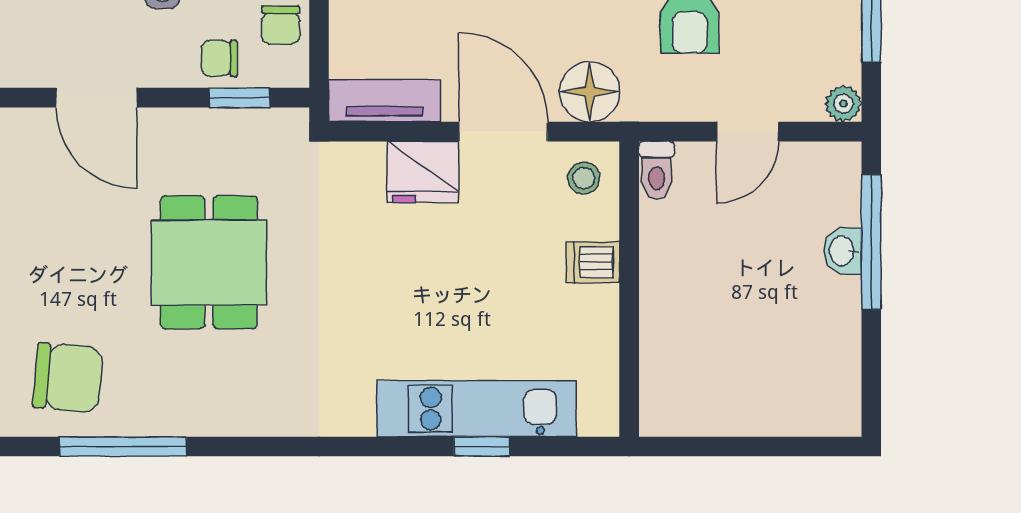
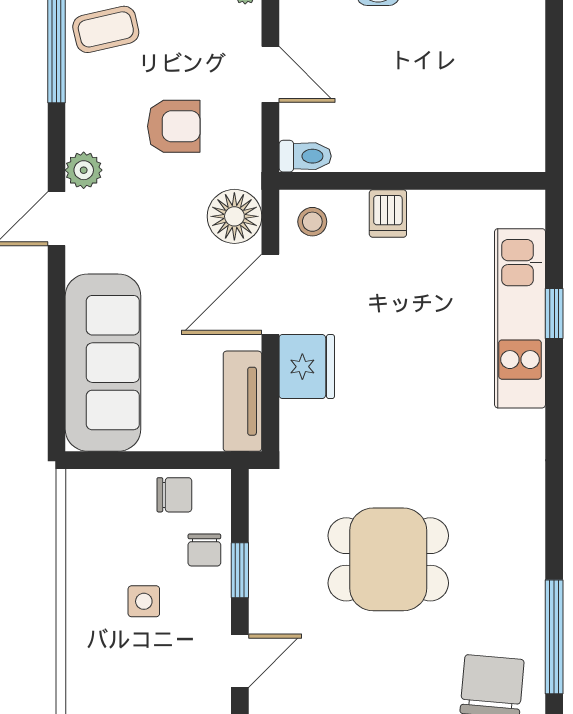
door: (96, 98) -> (240, 661), width x0.73
window: (240, 98) -> (240, 570), moved

